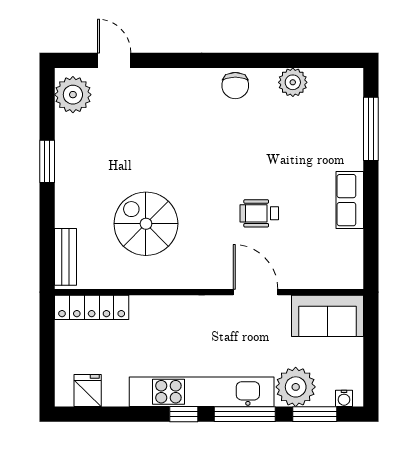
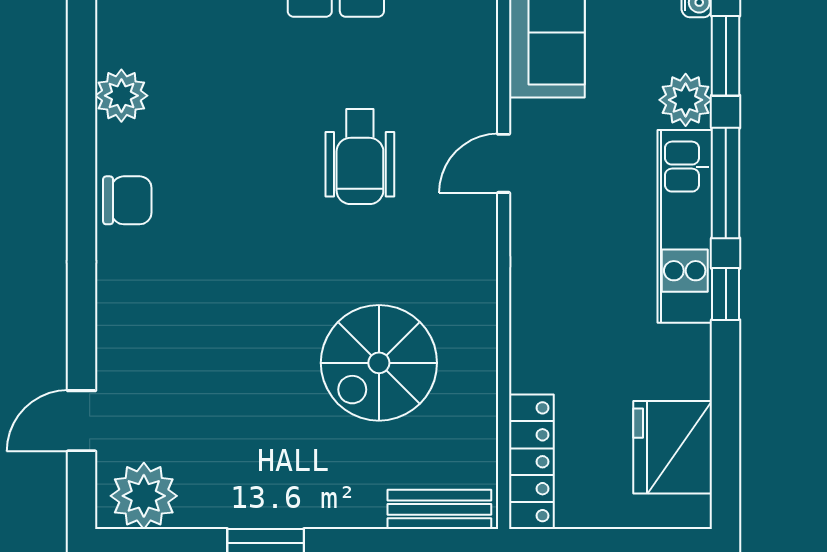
wheelchair: (259, 213) -> (360, 157), width x1.36, depth x1.37
door: (256, 292) -> (504, 163), width x0.73
plant: (296, 387) -> (686, 100), width x0.73, depth x0.73
fridge: (88, 391) -> (673, 447), width x1.88, depth x1.34
kitchen unit: (202, 392) -> (685, 226), width x0.73

